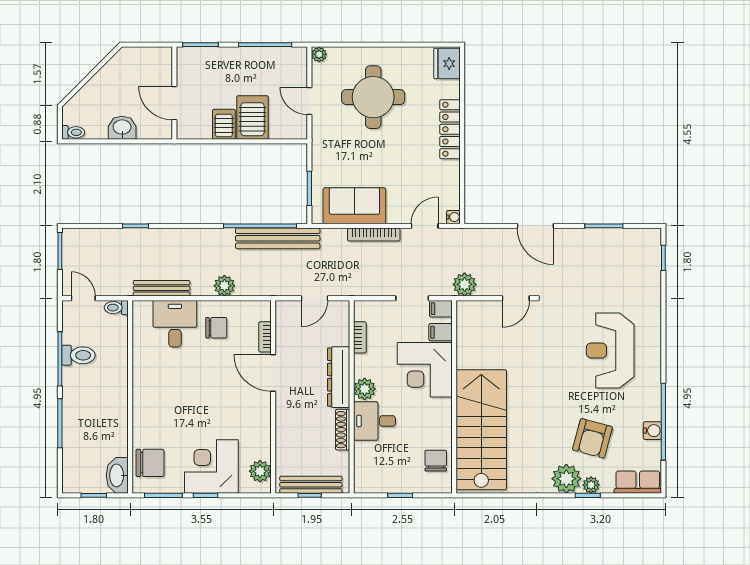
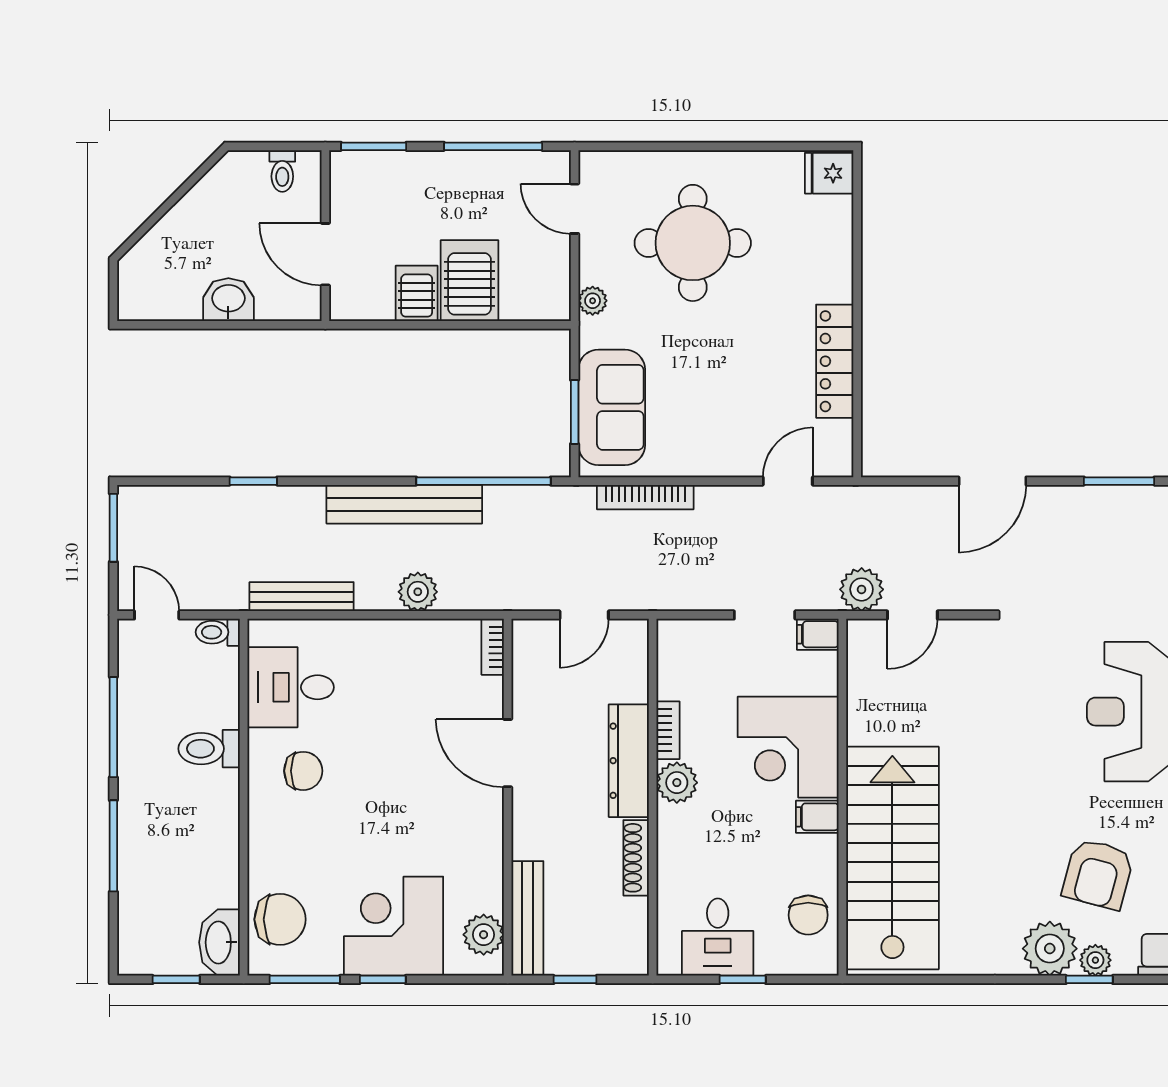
plant: (319, 54) -> (593, 301), moved
fridge: (447, 64) -> (829, 173), width x0.72
door: (309, 101) -> (575, 209), moved
locker: (450, 129) -> (835, 361), moved
toilet: (73, 132) -> (282, 171), moved, turned 90
sofa: (354, 206) -> (612, 407), moved, turned 90
water cooler: (453, 217) -> (841, 465), removed
door: (535, 226) -> (992, 481), hinge flipped
bookcase: (374, 235) -> (645, 497), moved
bench: (278, 238) -> (404, 504), moved
door: (516, 298) -> (912, 615), moved
desk: (175, 324) -> (291, 687), moved, turned -90
chair: (216, 328) -> (303, 771), moved
filing cabinet: (441, 332) -> (817, 817), moved
bookcase: (265, 337) -> (493, 647), moved
bookcase: (360, 337) -> (668, 730), moved
toilet: (78, 355) -> (209, 749), moved, turned 180
desk: (374, 421) -> (718, 937), moved, turned -90
chair: (436, 461) -> (808, 915), turned 180
bench: (311, 485) -> (527, 918), moved, turned 90

